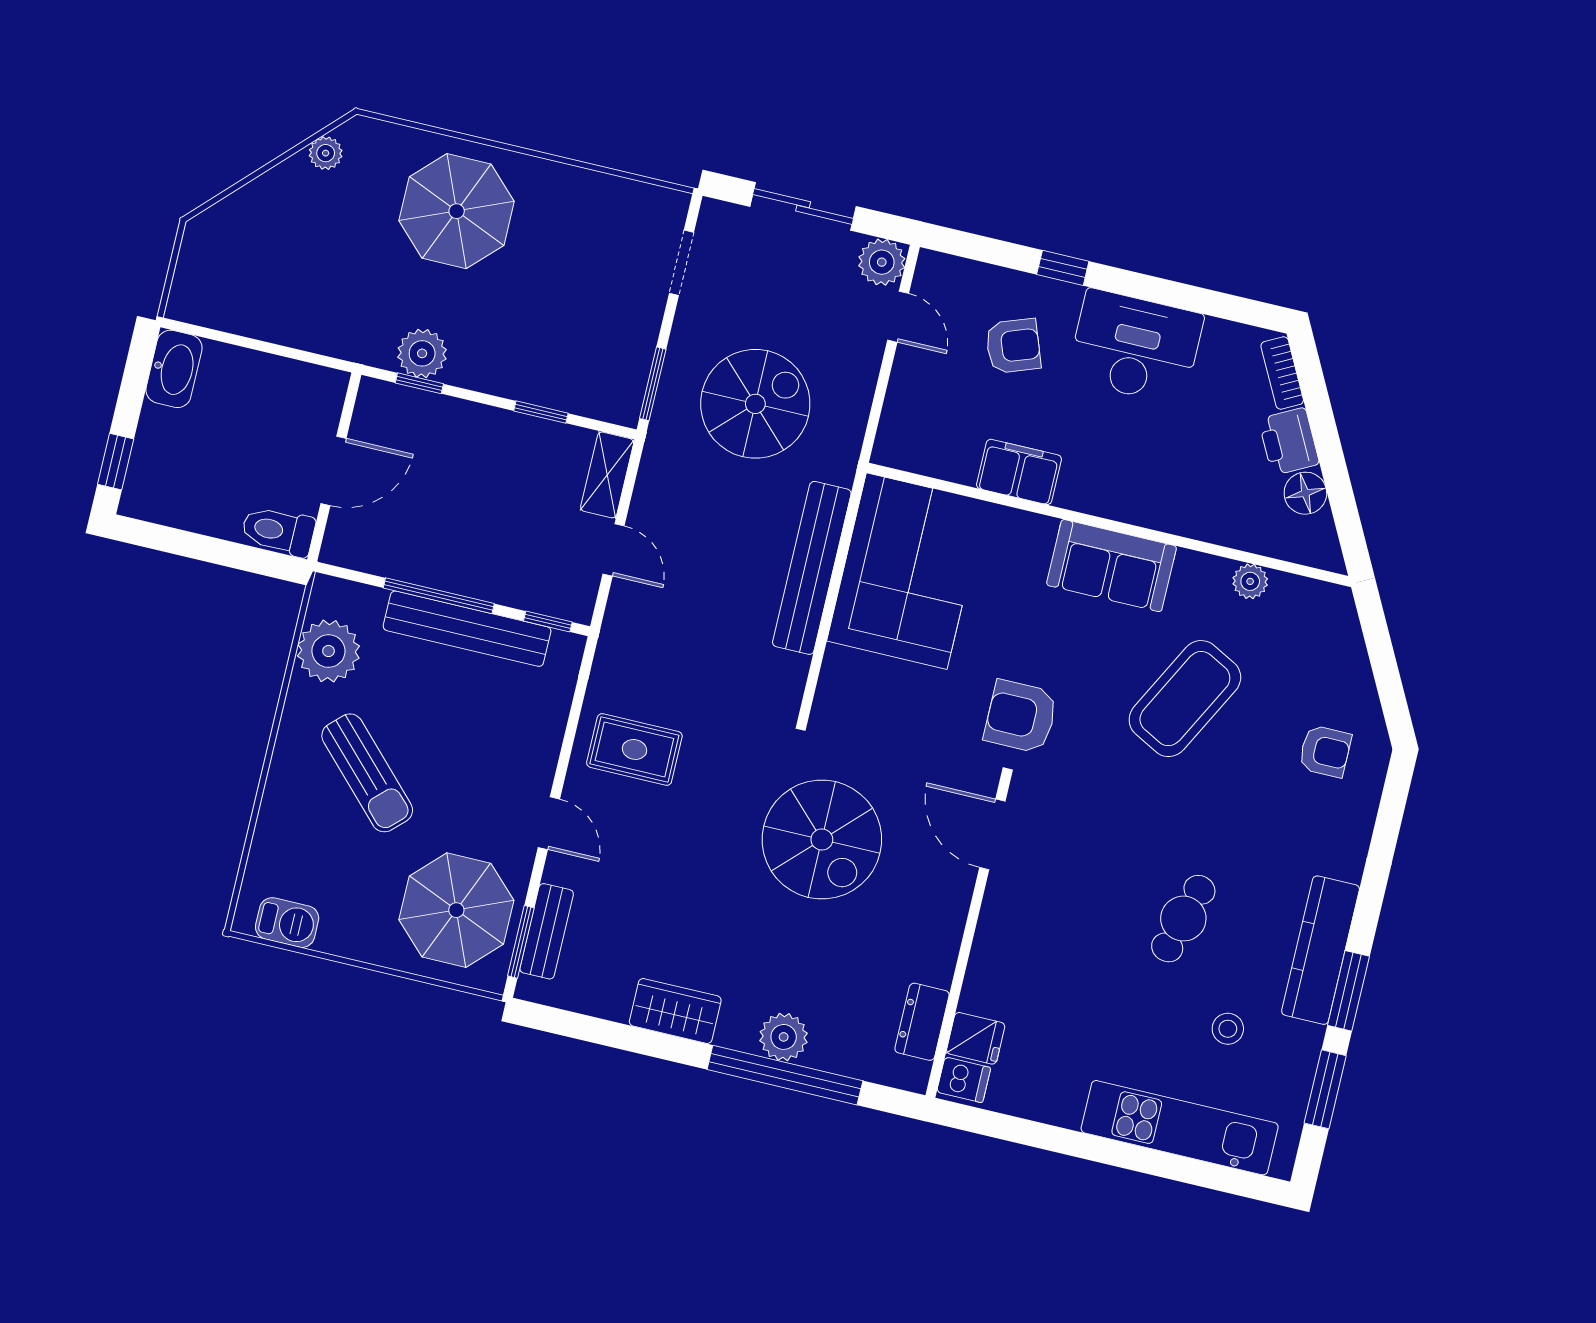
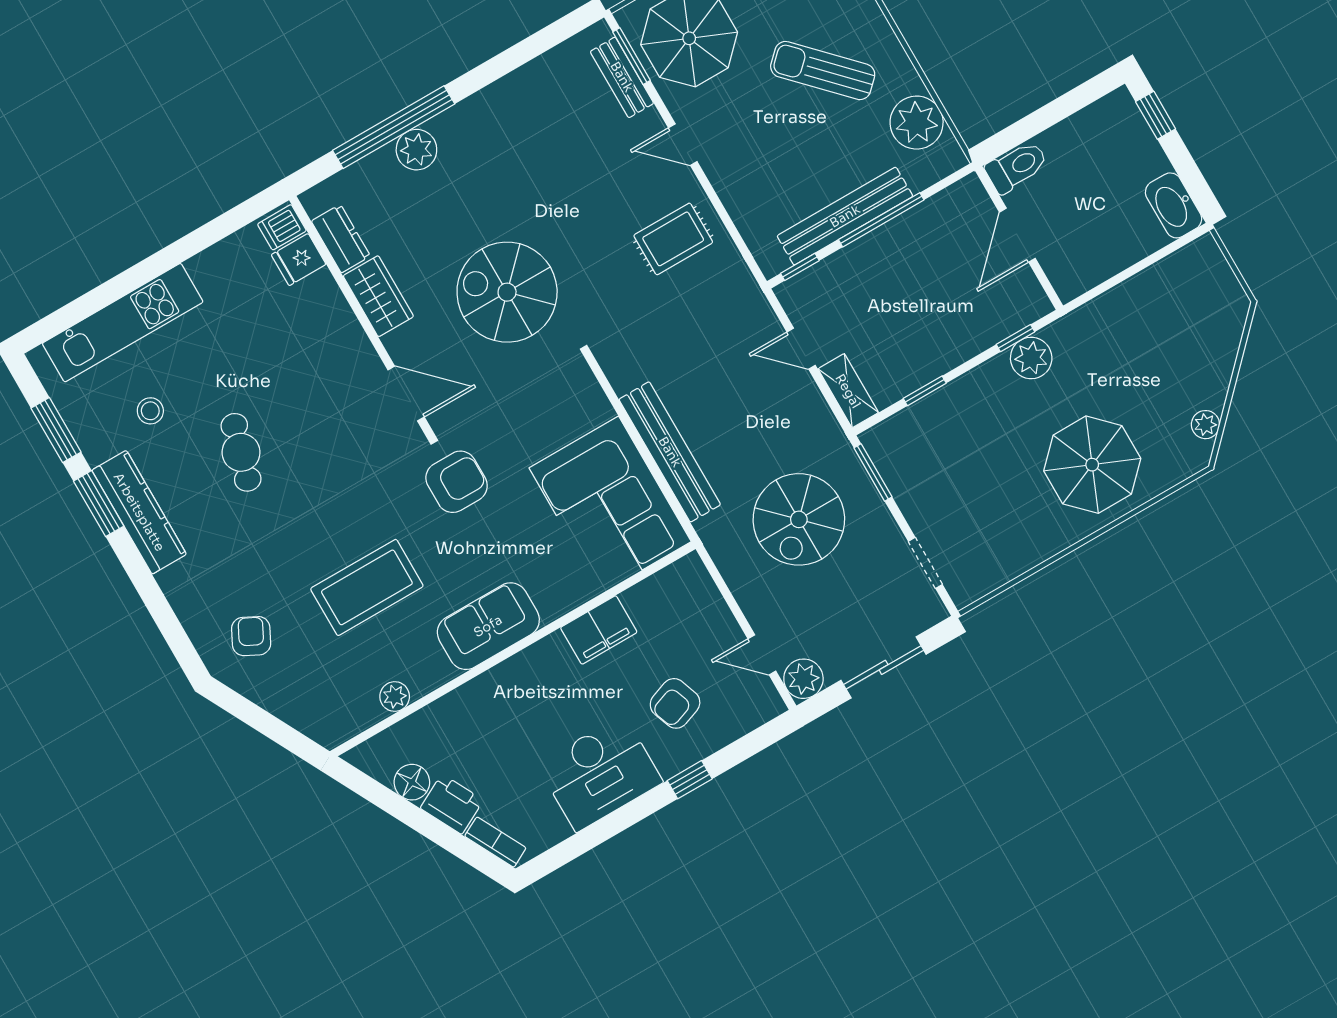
coffee table: (1185, 699) -> (367, 587), turned 62
armchair: (1325, 751) -> (251, 636), turned 117
wardrobe: (675, 1011) -> (378, 296), moved, turned -90

